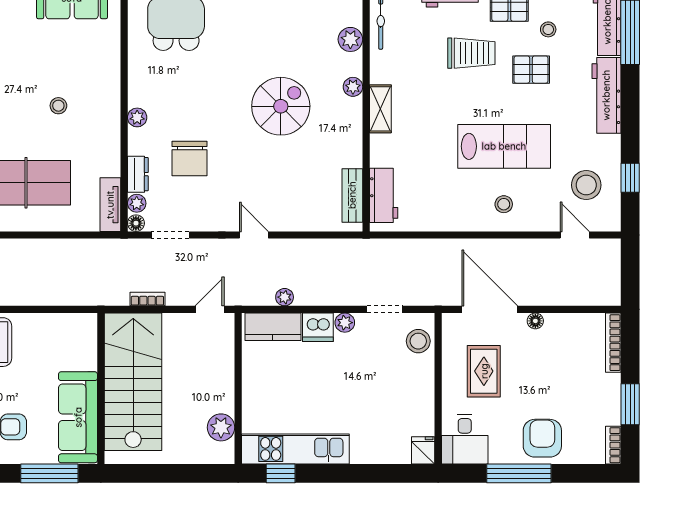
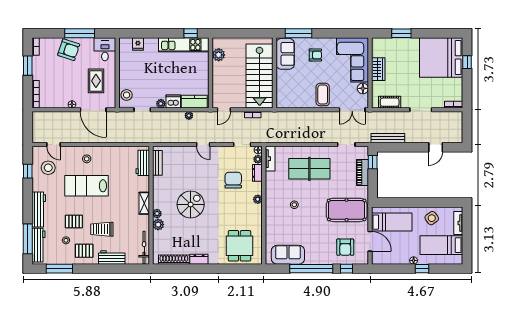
plant: (350, 39) -> (158, 225), moved
spiral stairs: (281, 106) -> (191, 204), turned 180
sofa: (78, 417) -> (285, 54), width x0.73
armchair: (542, 438) -> (69, 50), turned -72
fridge: (423, 450) -> (138, 44), moved

